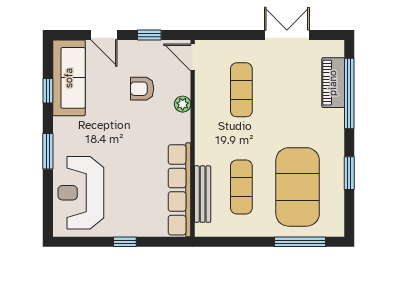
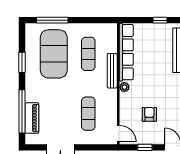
armchair: (142, 89) -> (149, 114), turned -90
plant: (183, 104) -> (124, 87), moved
bench: (203, 194) -> (112, 71), moved

